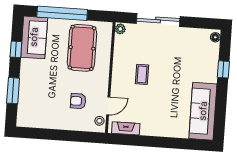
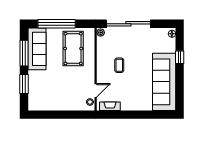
sliding door: (158, 20) -> (128, 24), width x1.36
sofa: (34, 37) -> (37, 49), width x1.36
window: (16, 49) -> (24, 53), width x2.17
armchair: (78, 101) -> (73, 88), removed
sofa: (203, 111) -> (164, 82), width x1.36, depth x1.27

